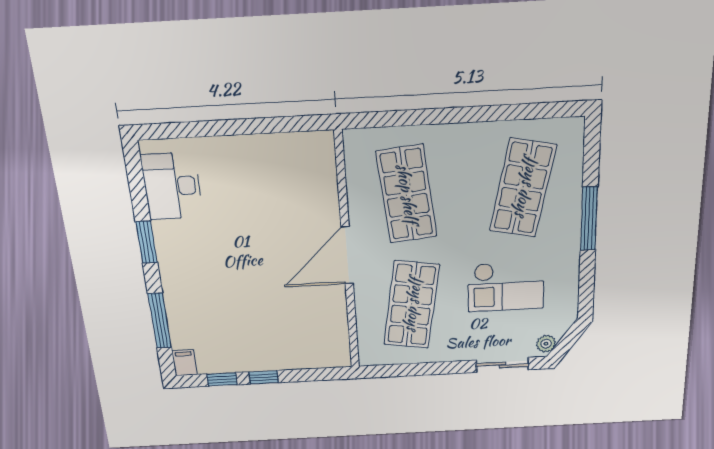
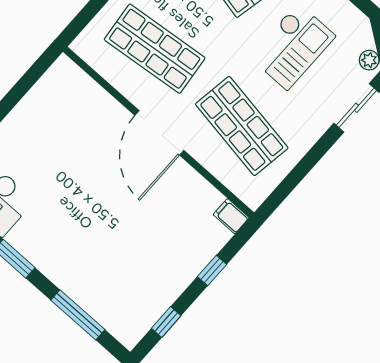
filing cabinet: (185, 363) -> (231, 216), moved
window: (264, 377) -> (212, 270), moved

